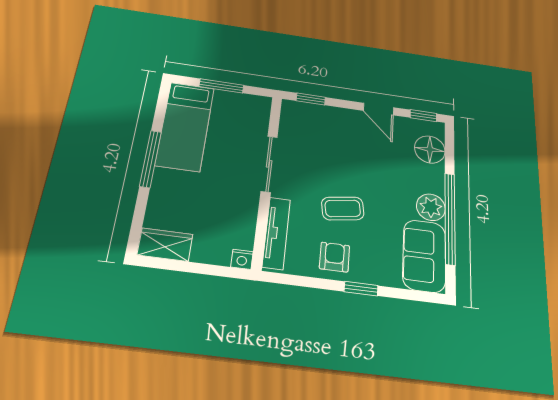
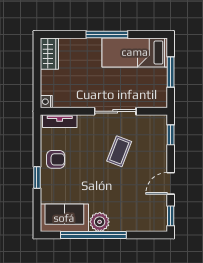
floor lamp: (430, 149) -> (144, 221), removed
coffee table: (343, 208) -> (119, 151), moved, turned 30
tv unit: (276, 233) -> (60, 121), width x0.71

